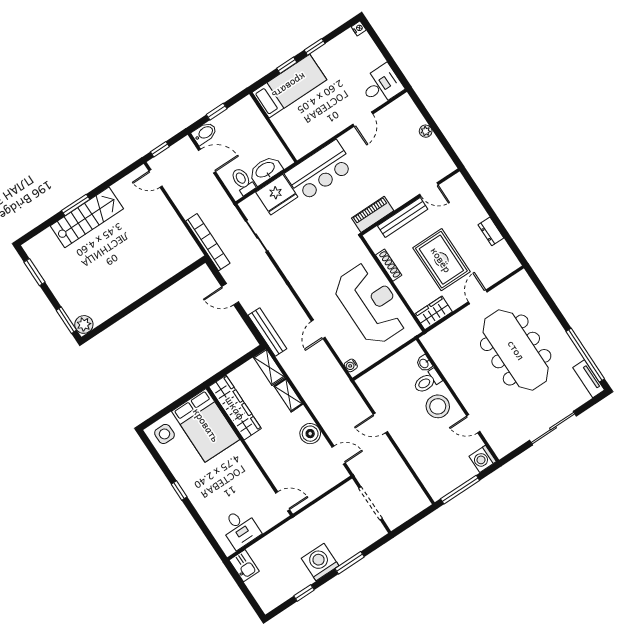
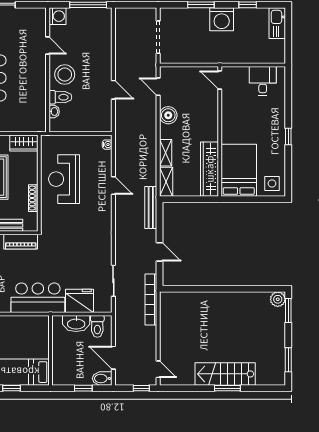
reception desk: (371, 304) -> (64, 179), width x0.74, depth x0.77
door: (318, 329) -> (113, 185), hinge flipped
kitchen sink: (244, 566) -> (277, 23), moved, width x1.38

